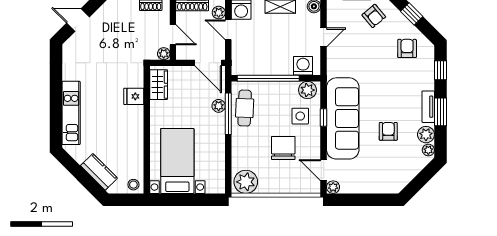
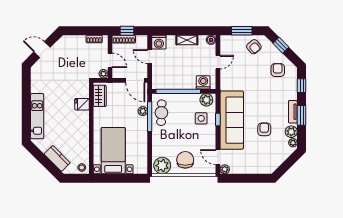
plant: (219, 13) -> (143, 44), removed
chair: (283, 148) -> (185, 160), moved

